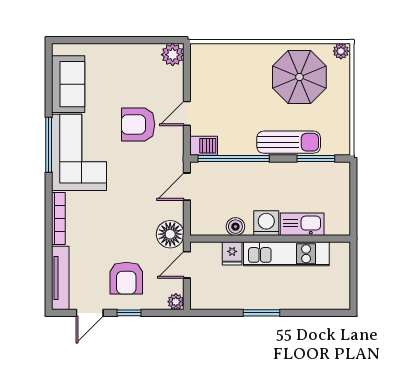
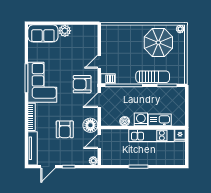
plant: (173, 55) -> (65, 31), moved
sofa: (68, 84) -> (43, 33), moved, turned 90
armchair: (138, 124) -> (82, 84), moved
fridge: (232, 253) -> (180, 135), moved
armchair: (126, 278) -> (65, 129), moved

